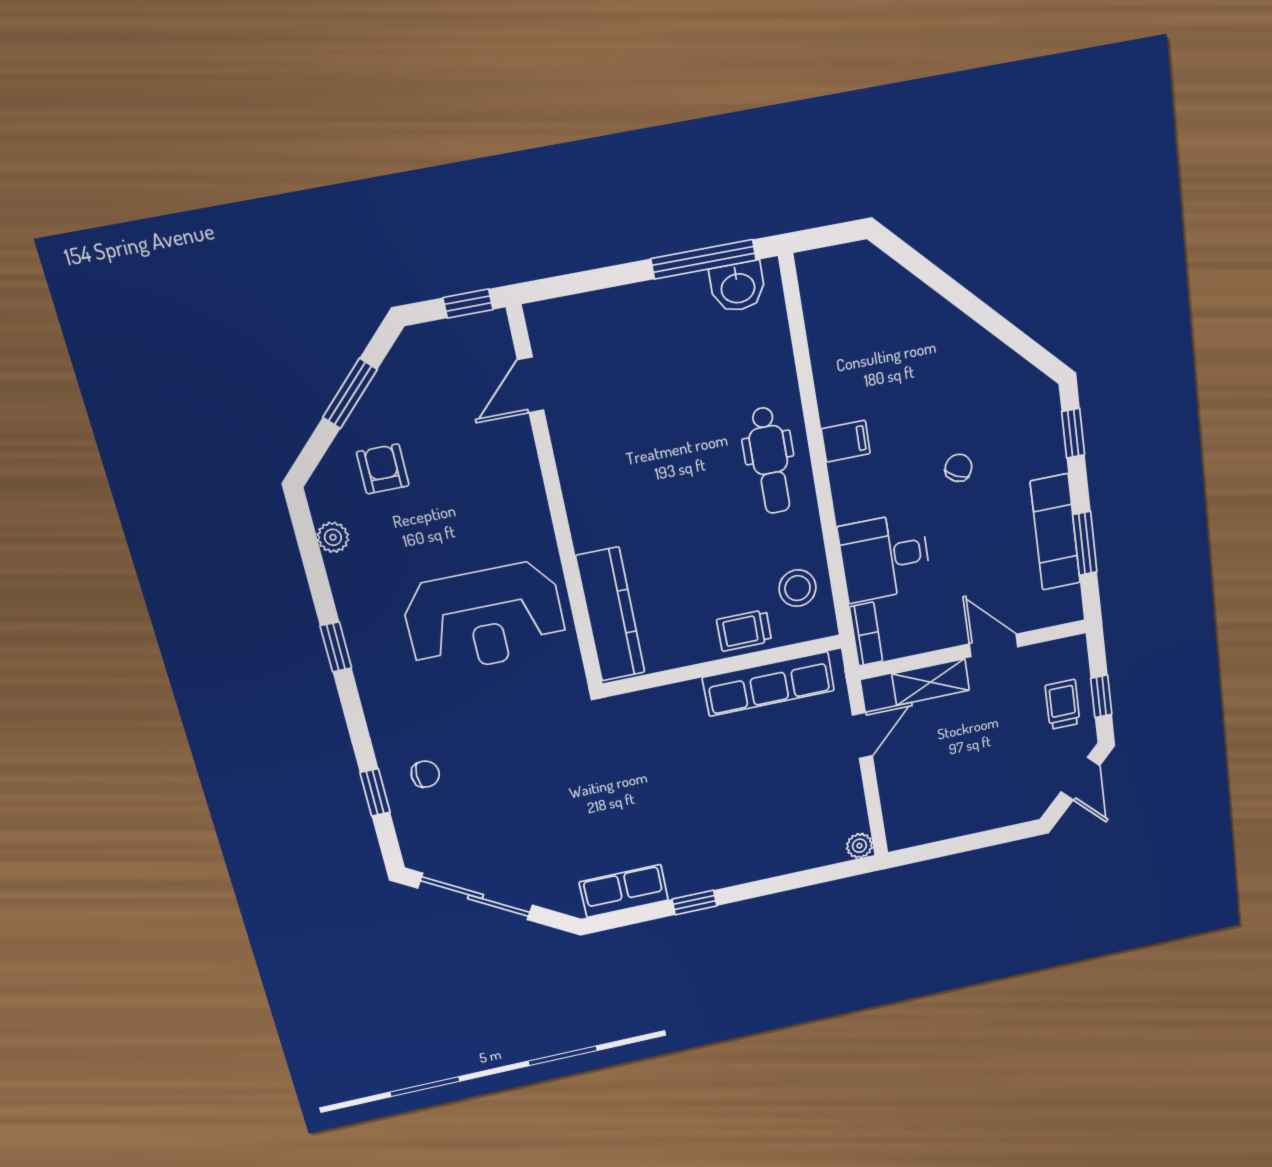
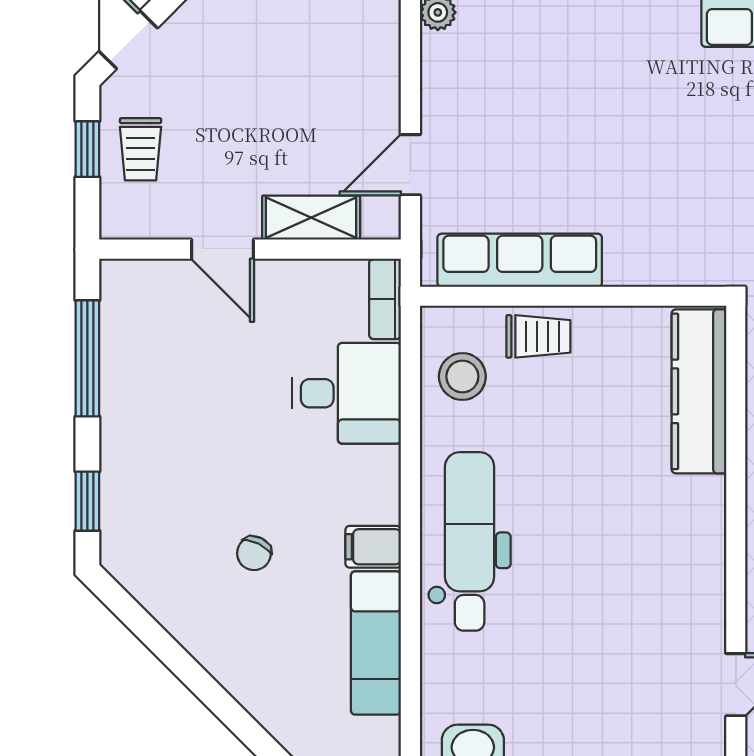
dental chair: (770, 461) -> (470, 541), width x1.36, depth x1.38
chair: (959, 468) -> (254, 553), moved
exam couch: (1055, 532) -> (376, 643), moved, turned 180
window: (1085, 543) -> (87, 358), width x1.44

